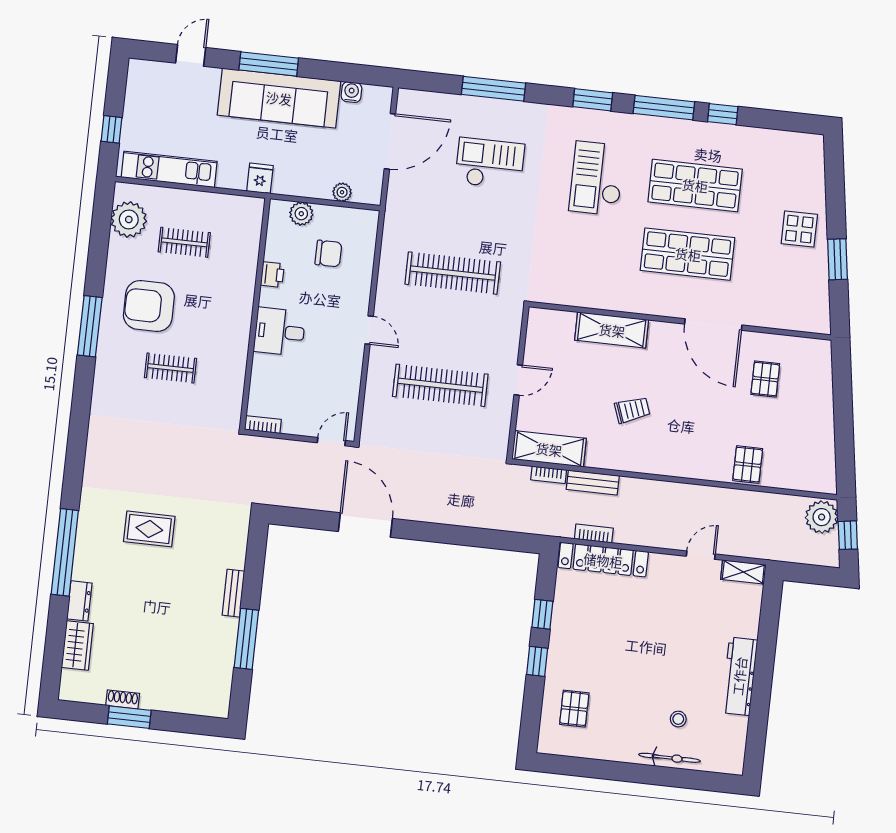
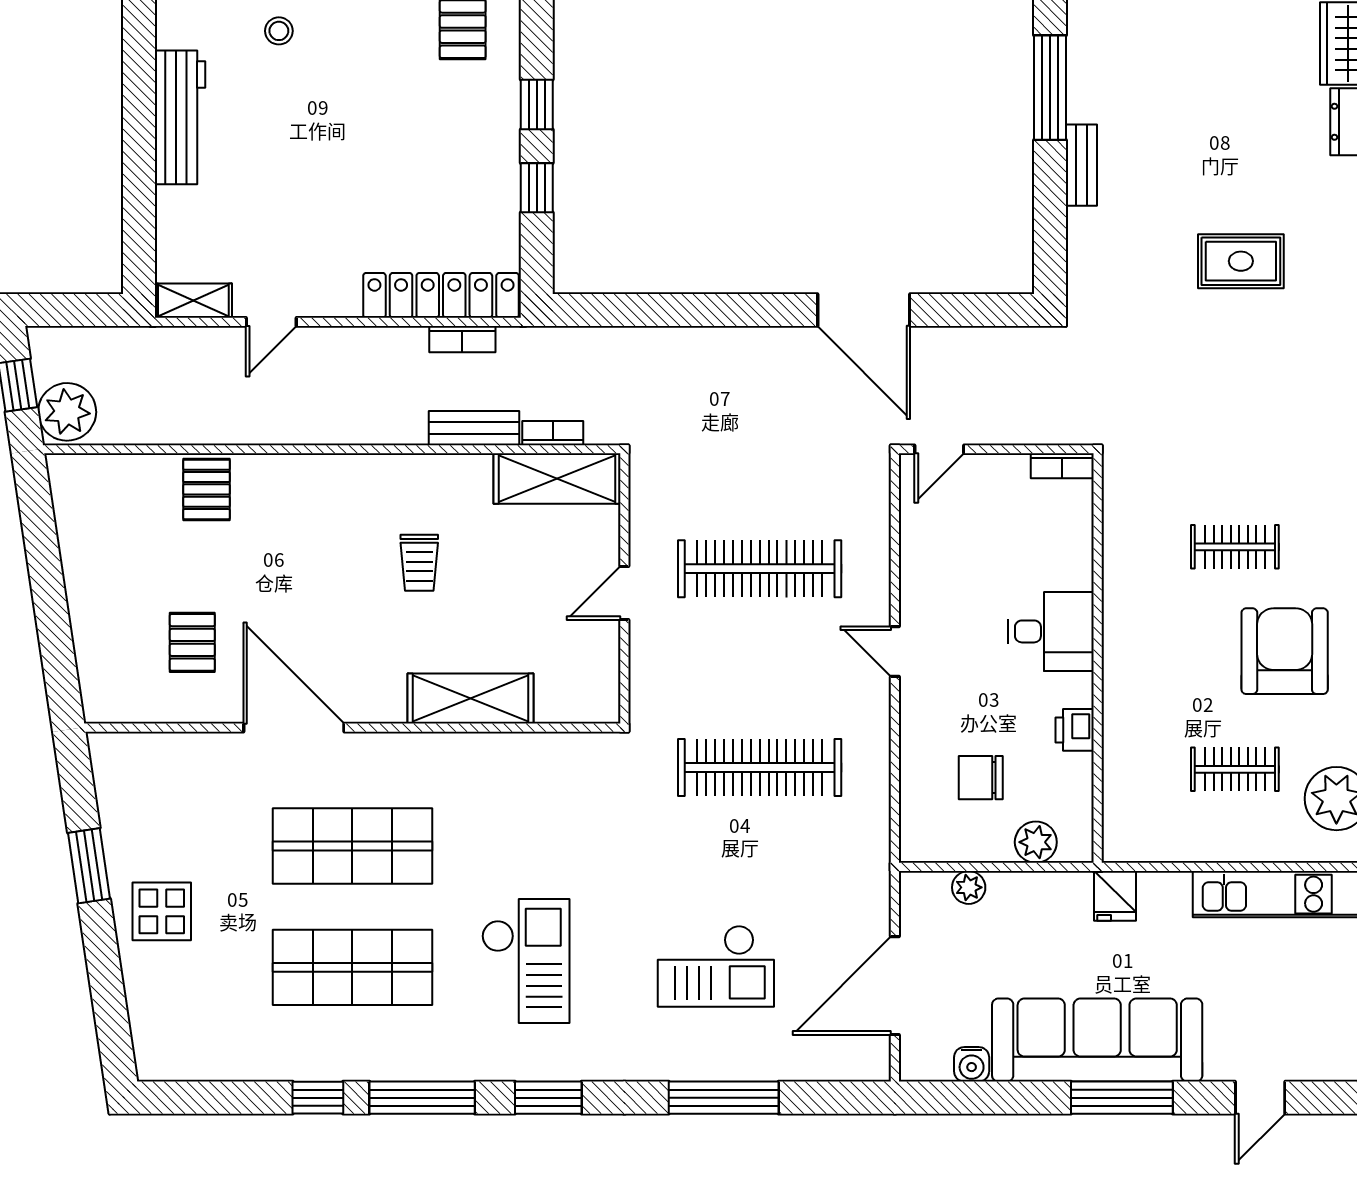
armchair: (149, 306) -> (1285, 651), turned -90
trolley: (632, 410) -> (419, 563), turned -70

